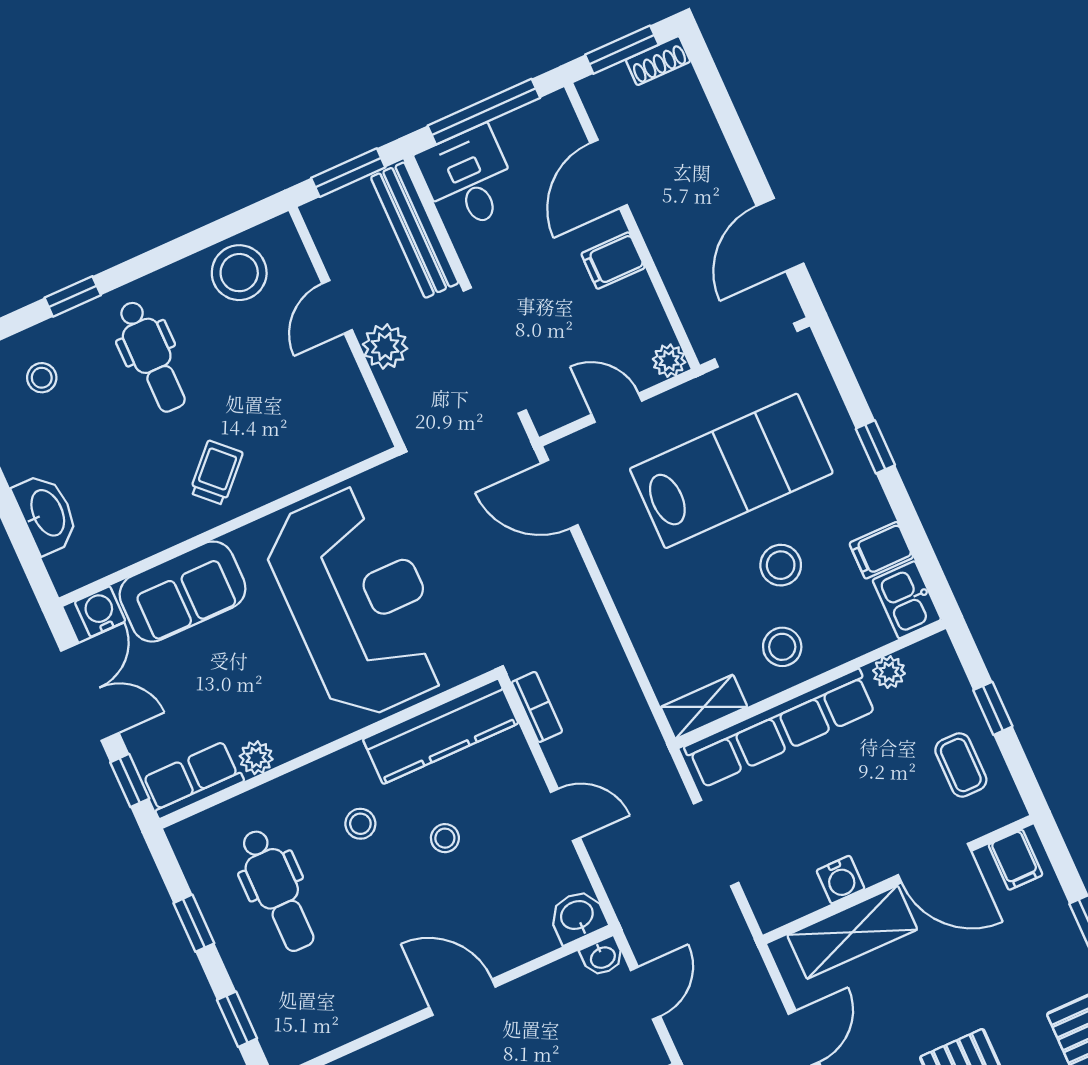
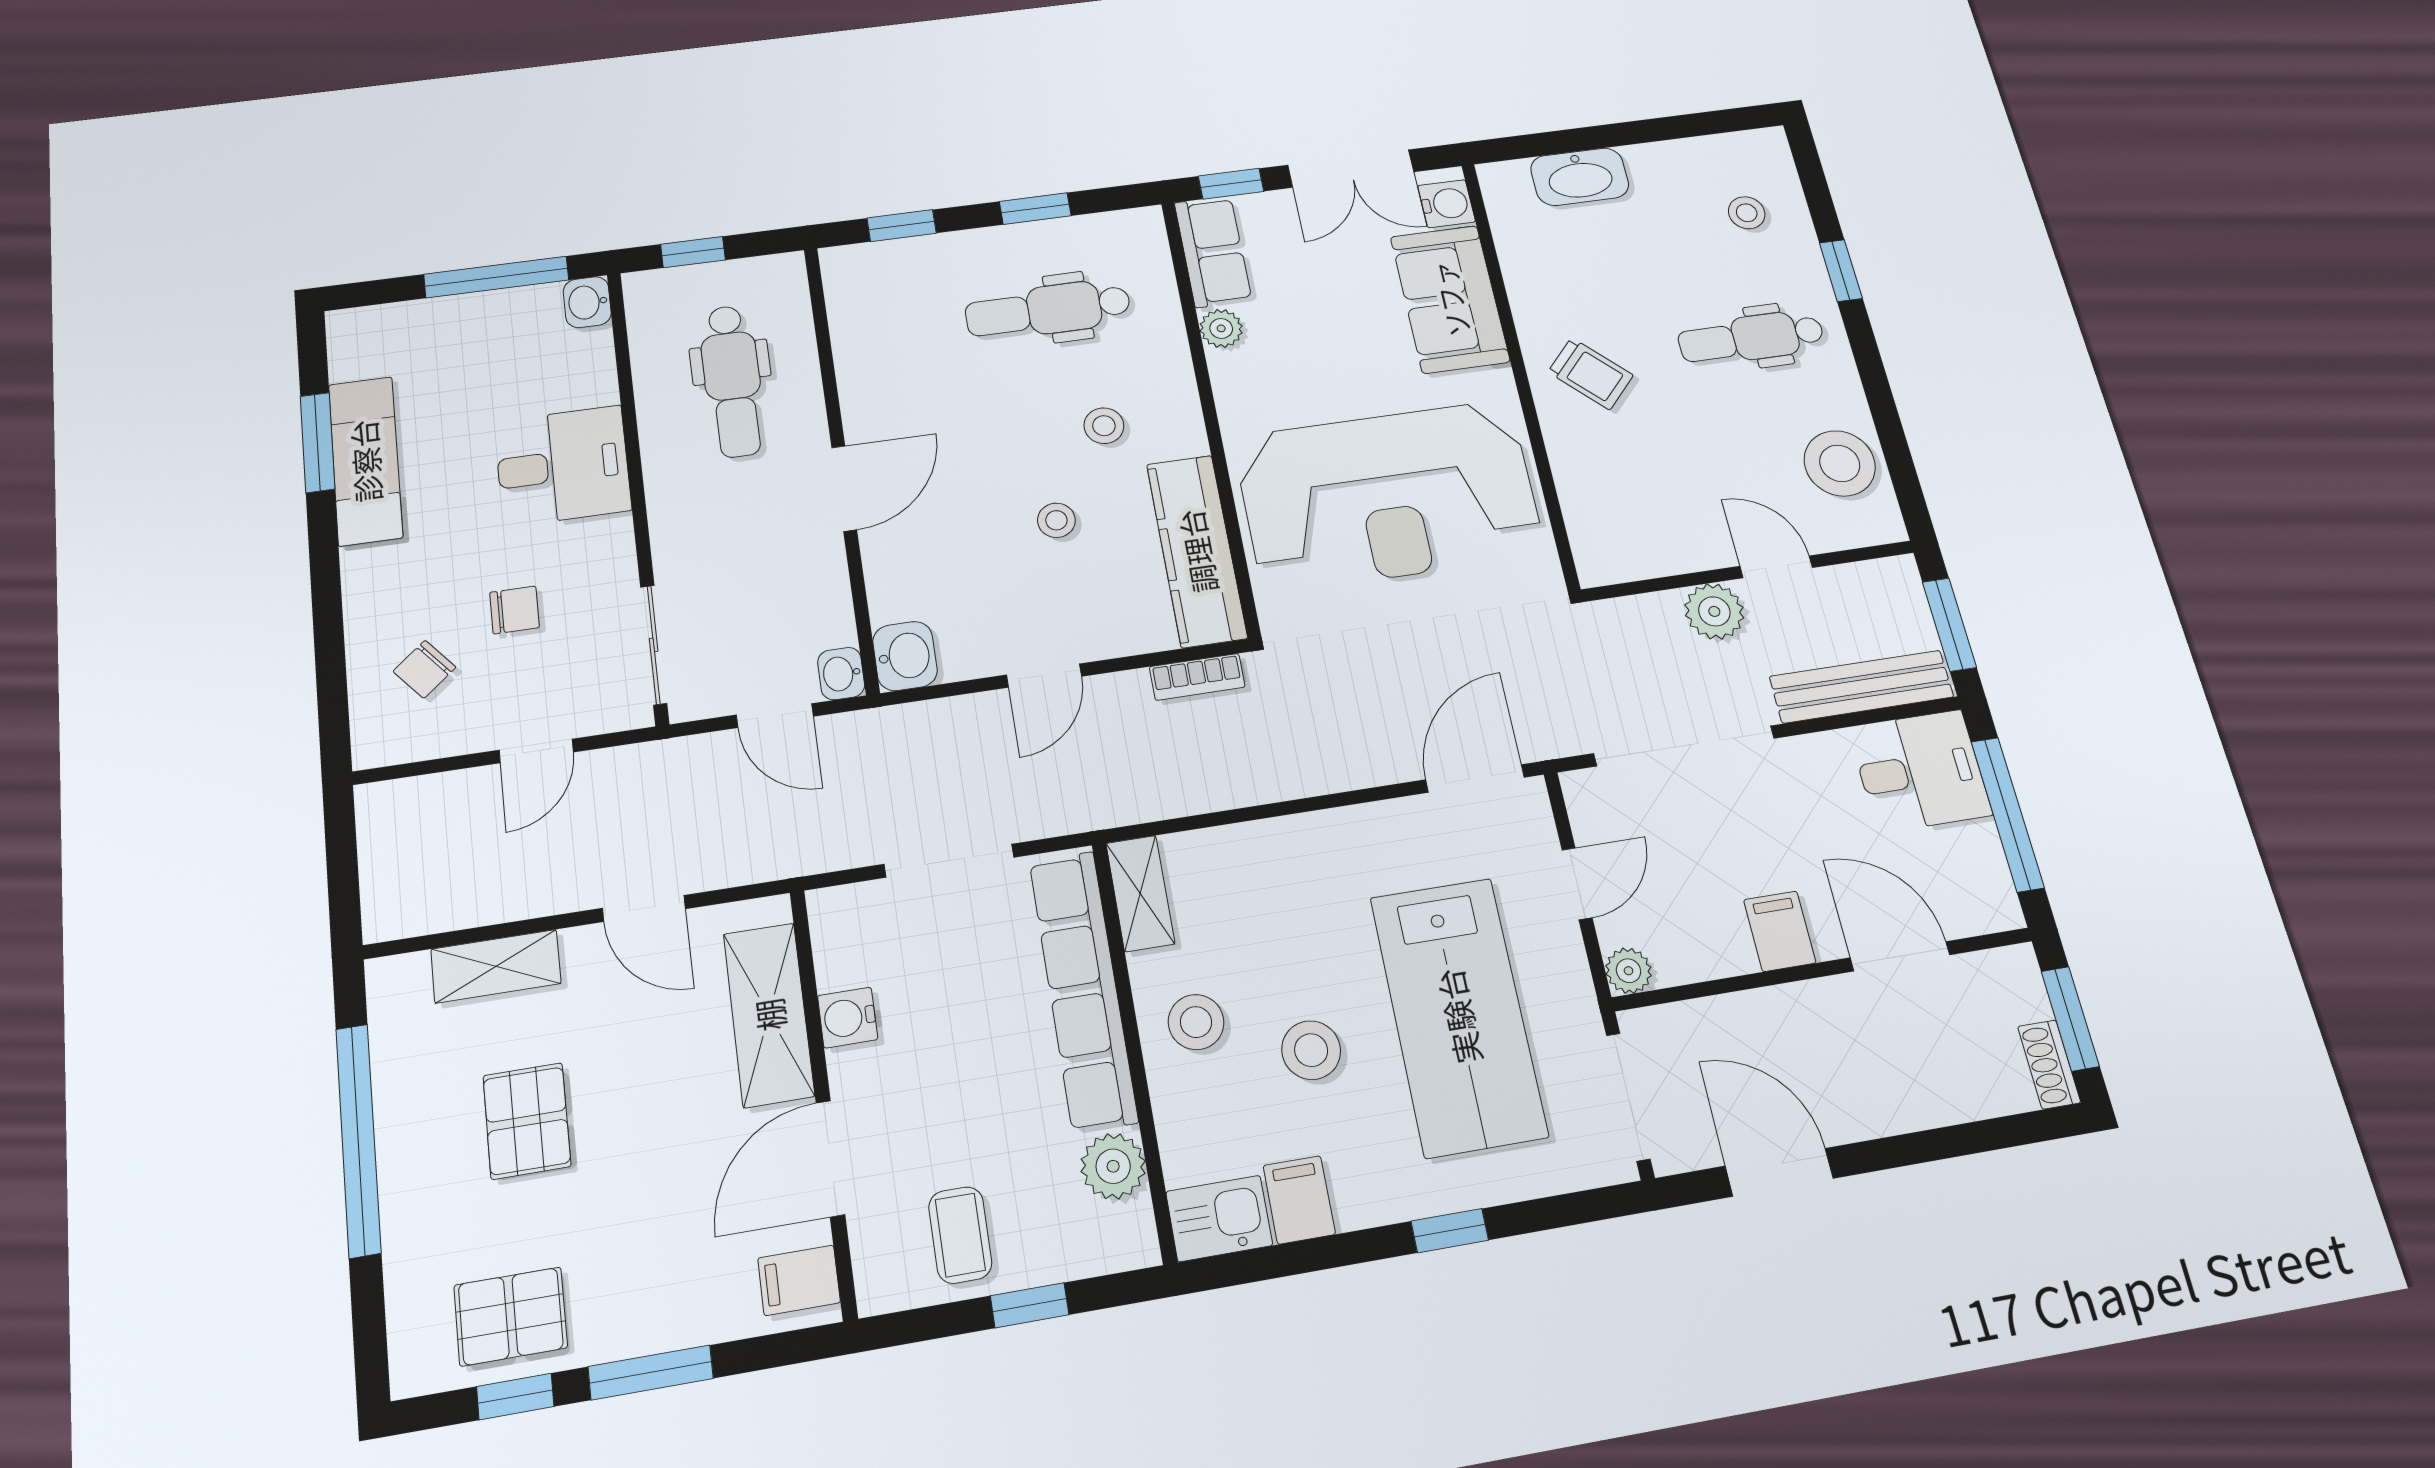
plant: (889, 672) -> (1113, 1166), width x1.38, depth x1.38
coffee table: (961, 765) -> (960, 1235), turned 90

